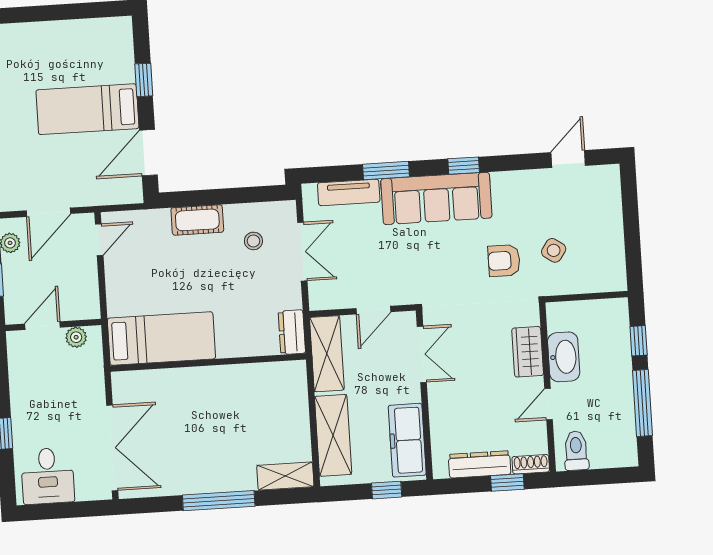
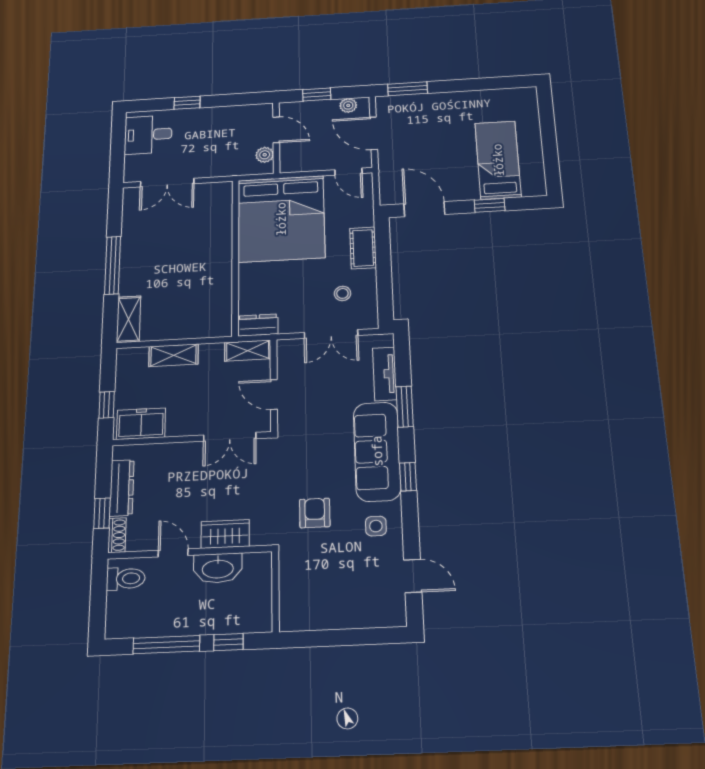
bed: (87, 109) -> (498, 160), moved
side table: (554, 250) -> (376, 526), moved, turned -35
bed: (161, 338) -> (281, 219), width x2.04
shelving: (327, 354) -> (248, 351), width x0.67, depth x0.75
shelving: (333, 435) -> (174, 355), width x0.67, depth x0.75
freezer: (407, 440) -> (141, 424), width x0.71
double door: (112, 448) -> (167, 183), width x0.73

